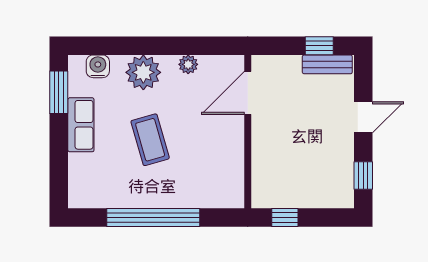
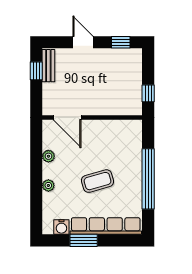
water cooler: (98, 66) -> (61, 227), moved, turned -90
plant: (143, 72) -> (48, 185), width x0.53, depth x0.53
window: (59, 92) -> (84, 240), moved
row of seats: (81, 125) -> (106, 226), width x2.02

